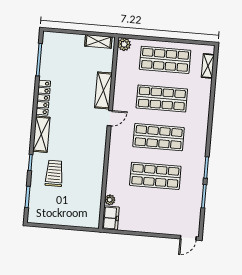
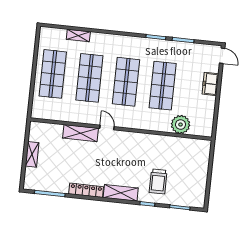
shelving: (98, 41) -> (32, 154), moved
plant: (124, 44) -> (37, 112), removed
shelving: (208, 66) -> (78, 35), moved
trolley: (54, 173) -> (158, 181), turned -90
plant: (110, 200) -> (181, 125), width x1.88, depth x1.88
freezer: (111, 218) -> (210, 84), moved, turned -90

